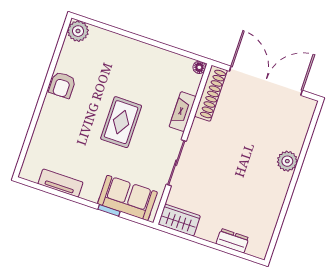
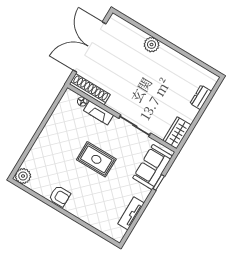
floor lamp: (199, 67) -> (82, 101), moved

